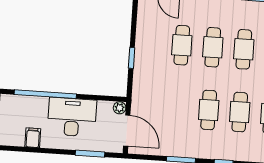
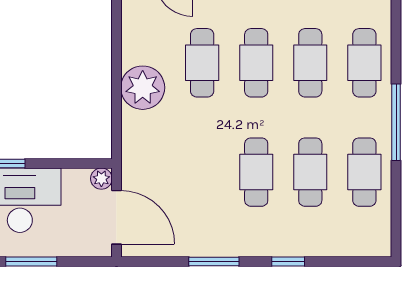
plant: (147, 57) -> (143, 88), added
window: (132, 58) -> (116, 91), removed
window: (90, 154) -> (31, 262), moved

